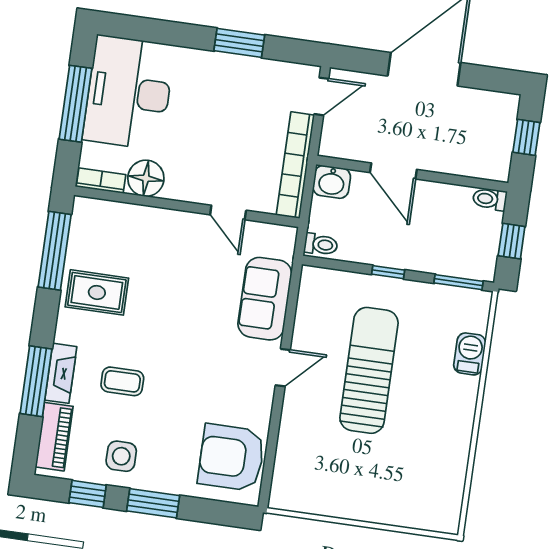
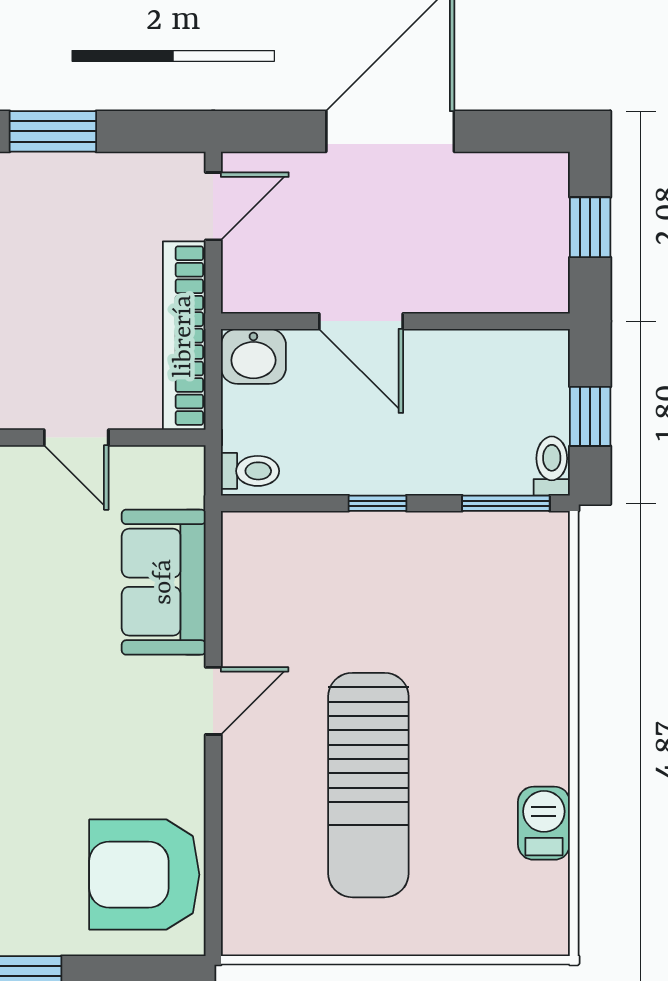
toilet: (490, 199) -> (552, 466), moved, turned 90
barbecue: (470, 354) -> (544, 823), moved
sun lounger: (369, 370) -> (368, 785), moved, turned 180

